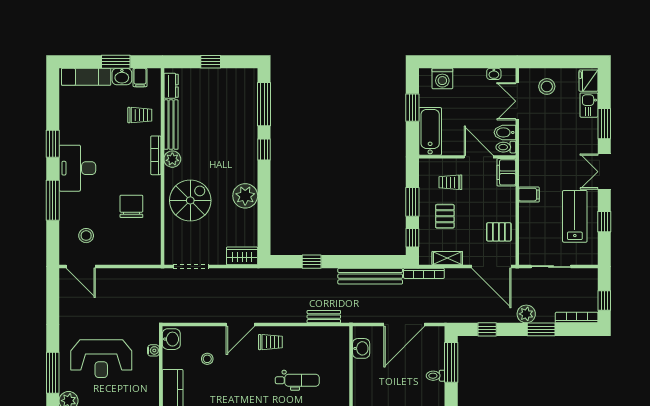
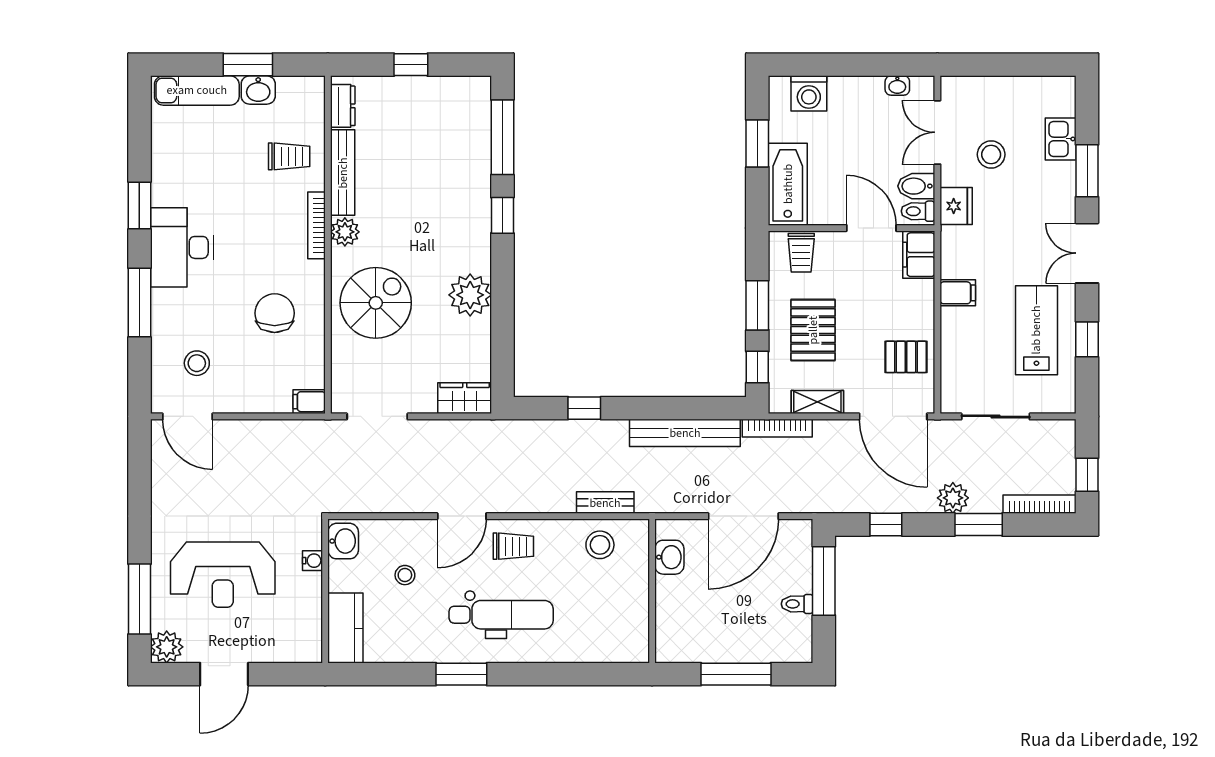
filing cabinet: (140, 77) -> (309, 402), moved, turned 90
fridge: (588, 81) -> (956, 206), moved, turned 180
stool: (547, 86) -> (991, 154), moved
trolley: (450, 182) -> (801, 253), moved, turned -90
pallet: (445, 216) -> (813, 330), width x1.50, depth x1.42
stool: (321, 341) -> (600, 545), added
dental chair: (297, 380) -> (501, 615), moved, width x1.36, depth x1.38

